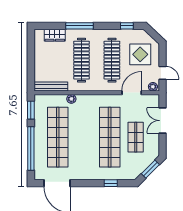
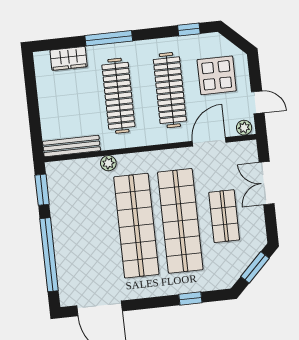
shop shelf: (58, 137) -> (136, 226), moved

